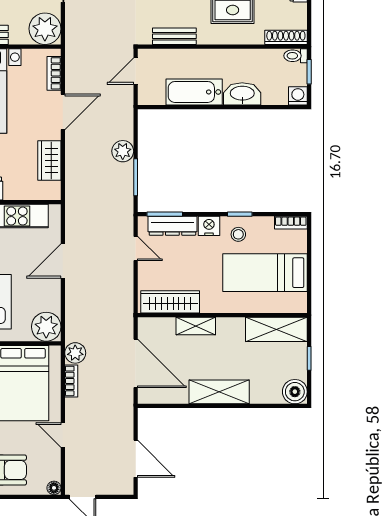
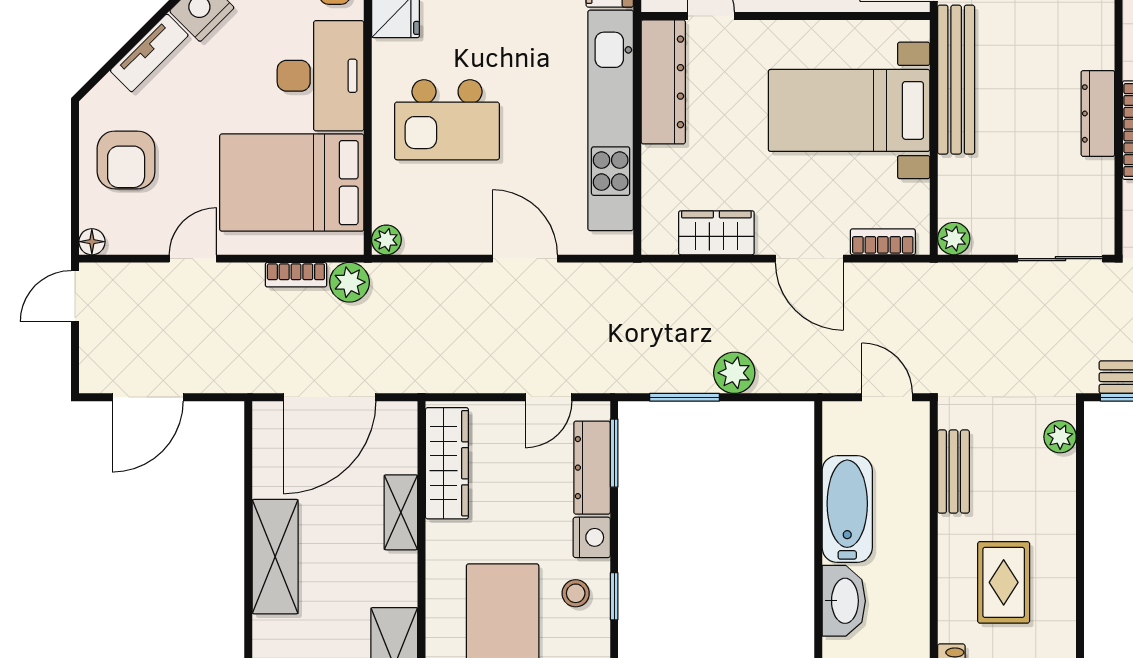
plant: (45, 29) -> (954, 239), width x0.53, depth x0.53
plant: (46, 327) -> (386, 240), width x0.53, depth x0.53

